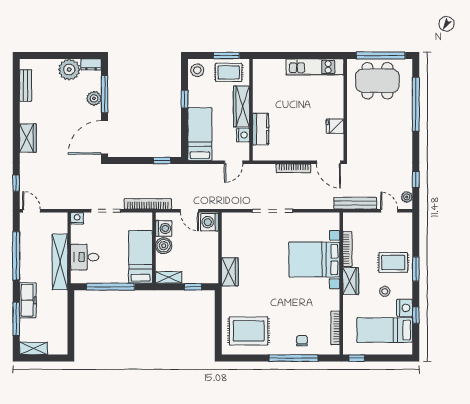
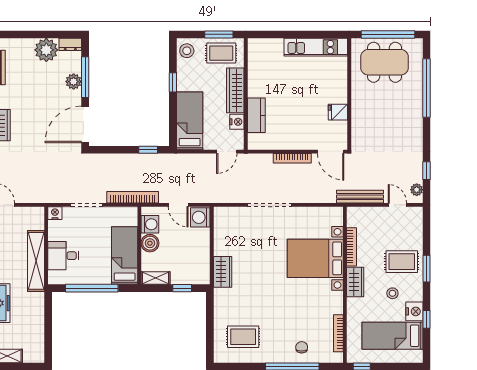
rug: (249, 331) -> (243, 337), width x0.73, depth x0.70

